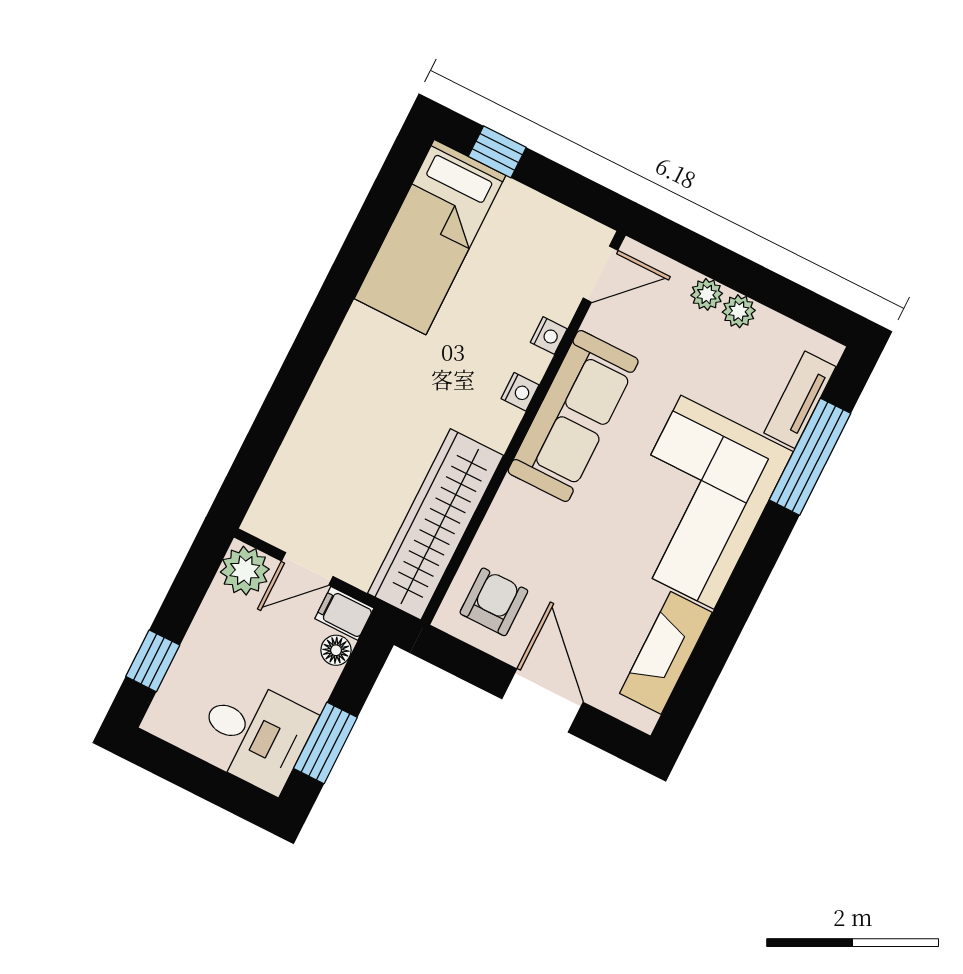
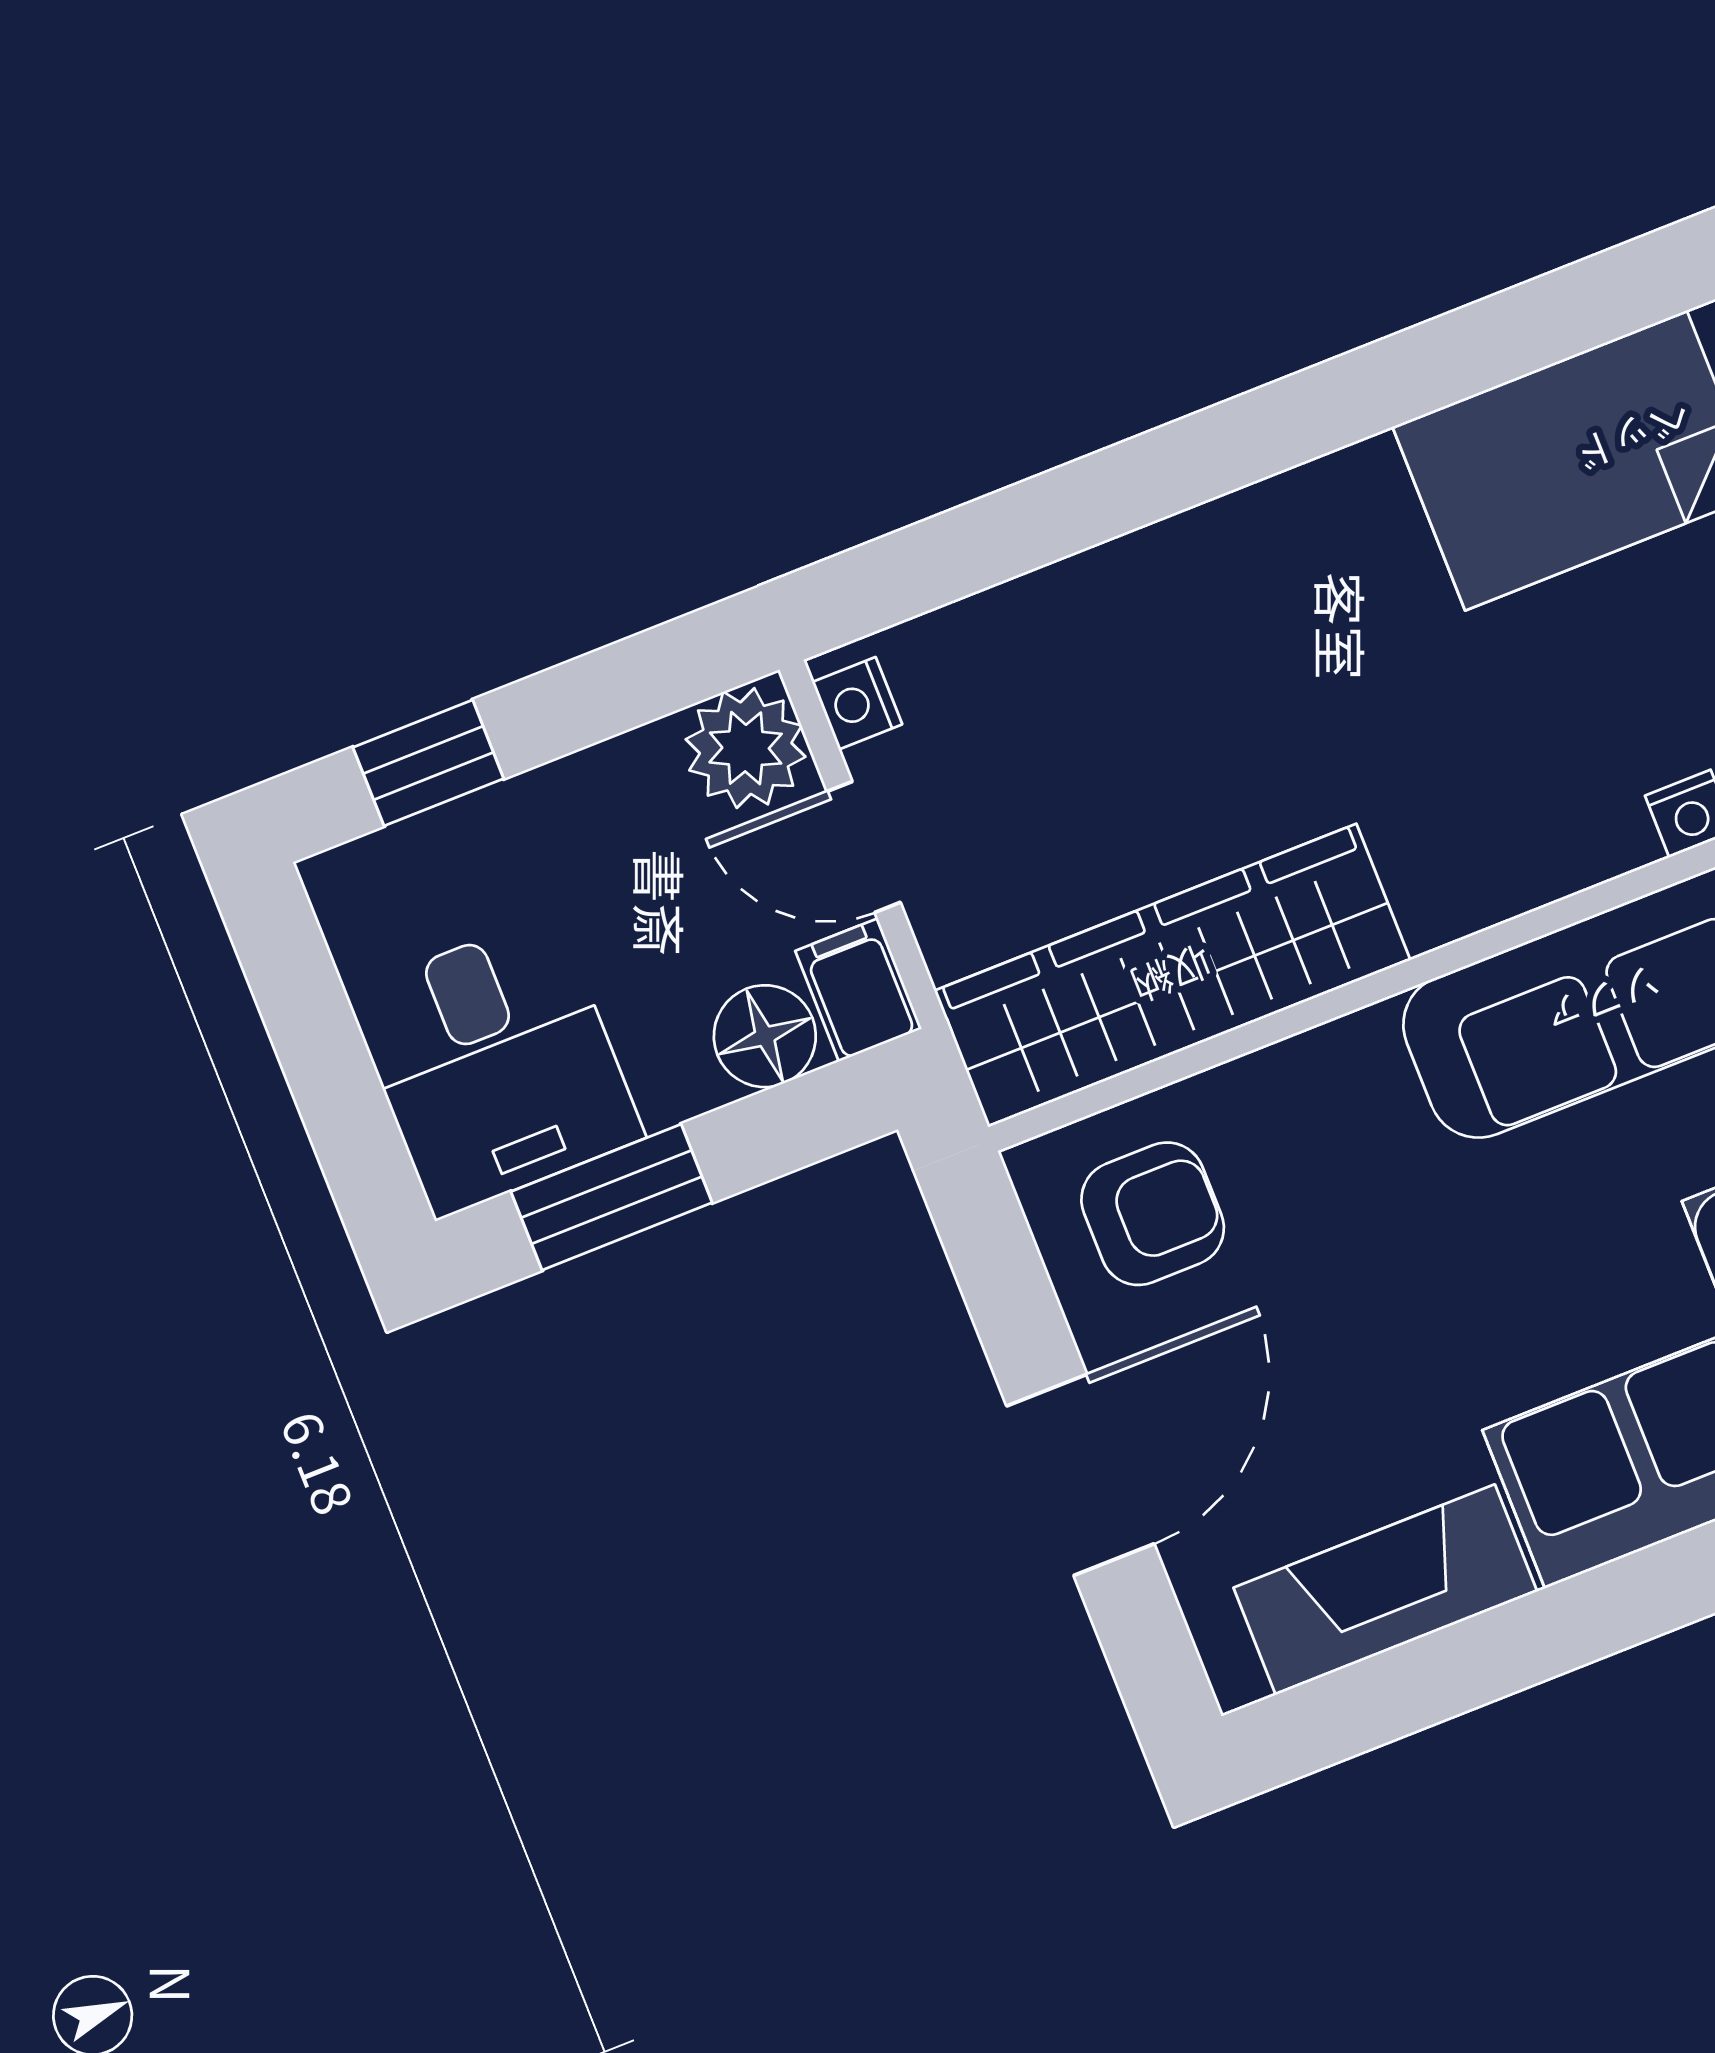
nightstand: (520, 392) -> (857, 703), moved, turned 90
floor lamp: (336, 650) -> (765, 1036), width x1.37, depth x1.37

